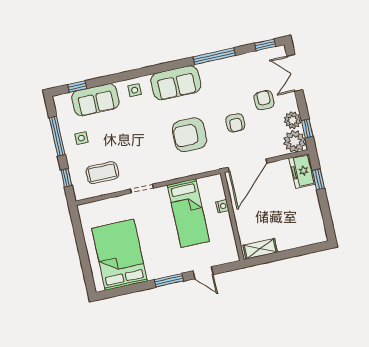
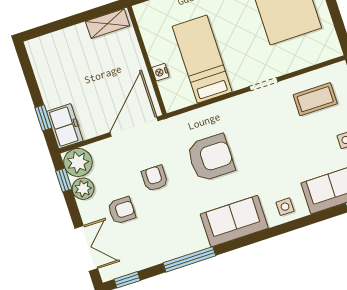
armchair: (264, 100) -> (122, 210), turned -90

